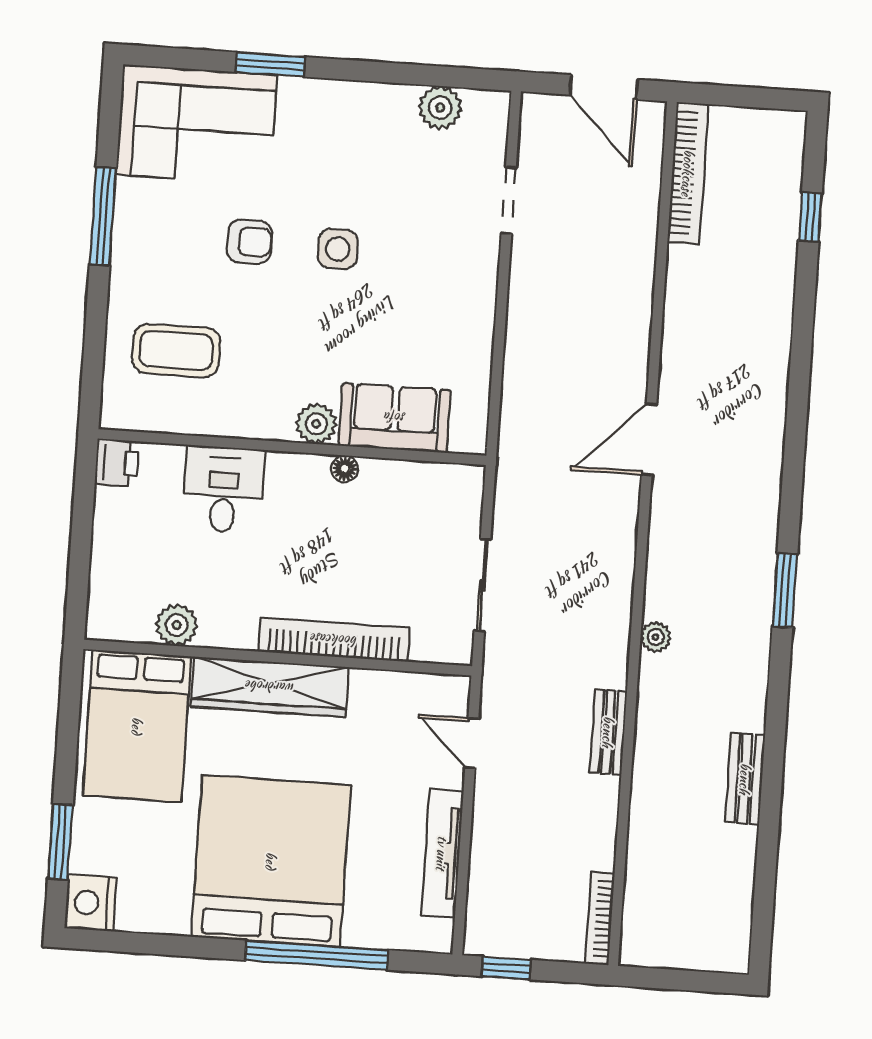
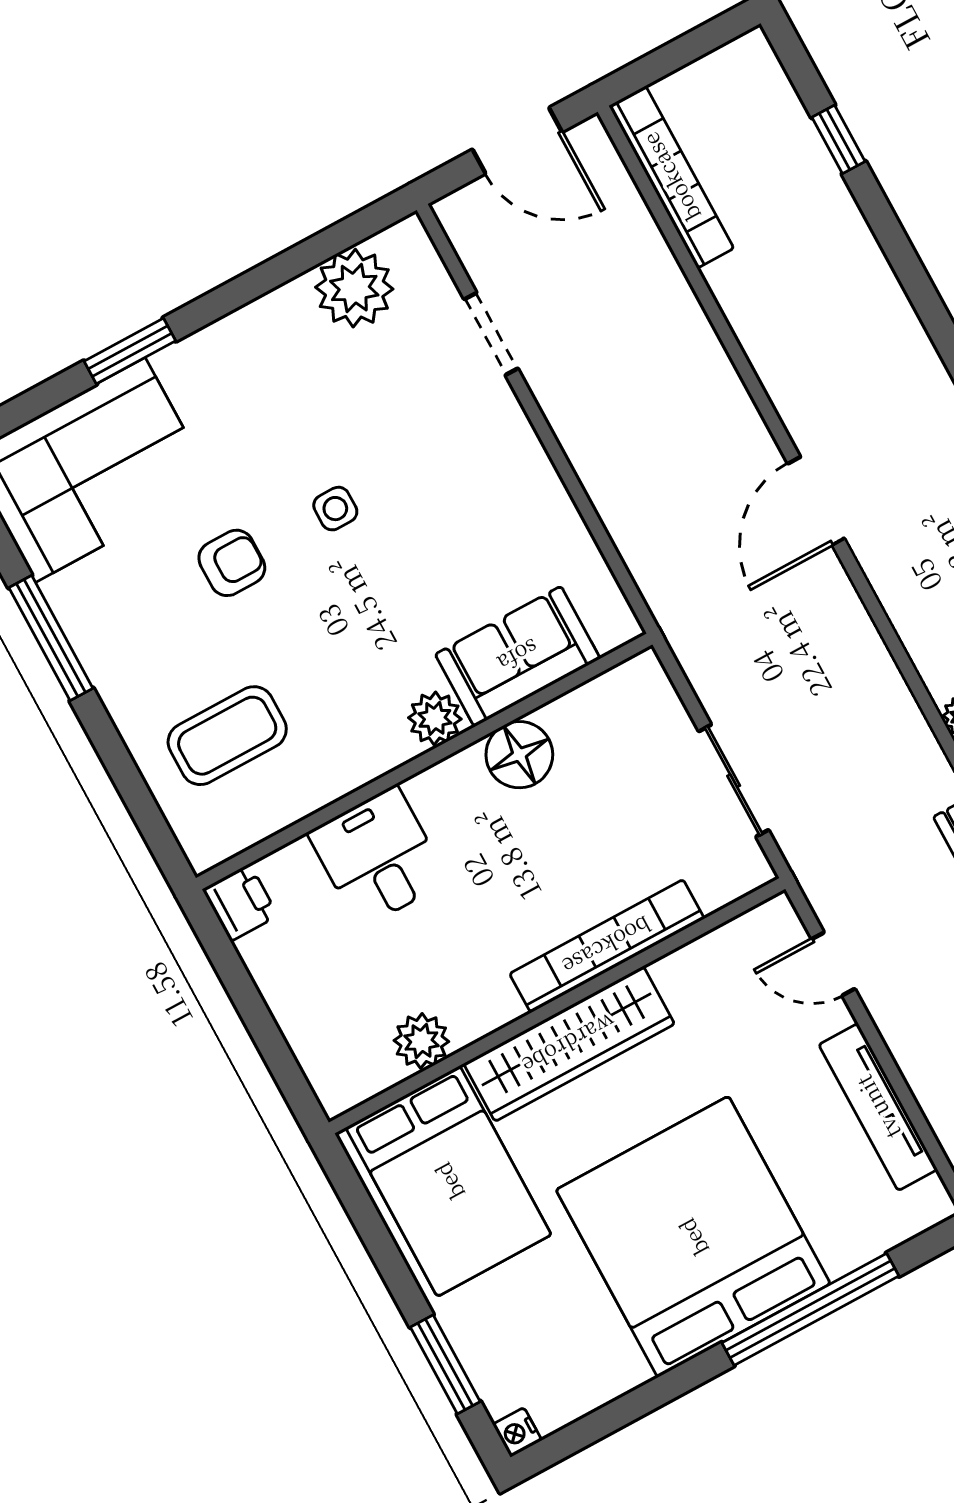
plant: (440, 108) -> (354, 288), width x1.36, depth x1.36
side table: (338, 249) -> (335, 509), width x0.73, depth x0.73
floor lamp: (345, 469) -> (519, 755), width x1.89, depth x1.89
nightstand: (90, 903) -> (517, 1432), width x0.53, depth x0.56

